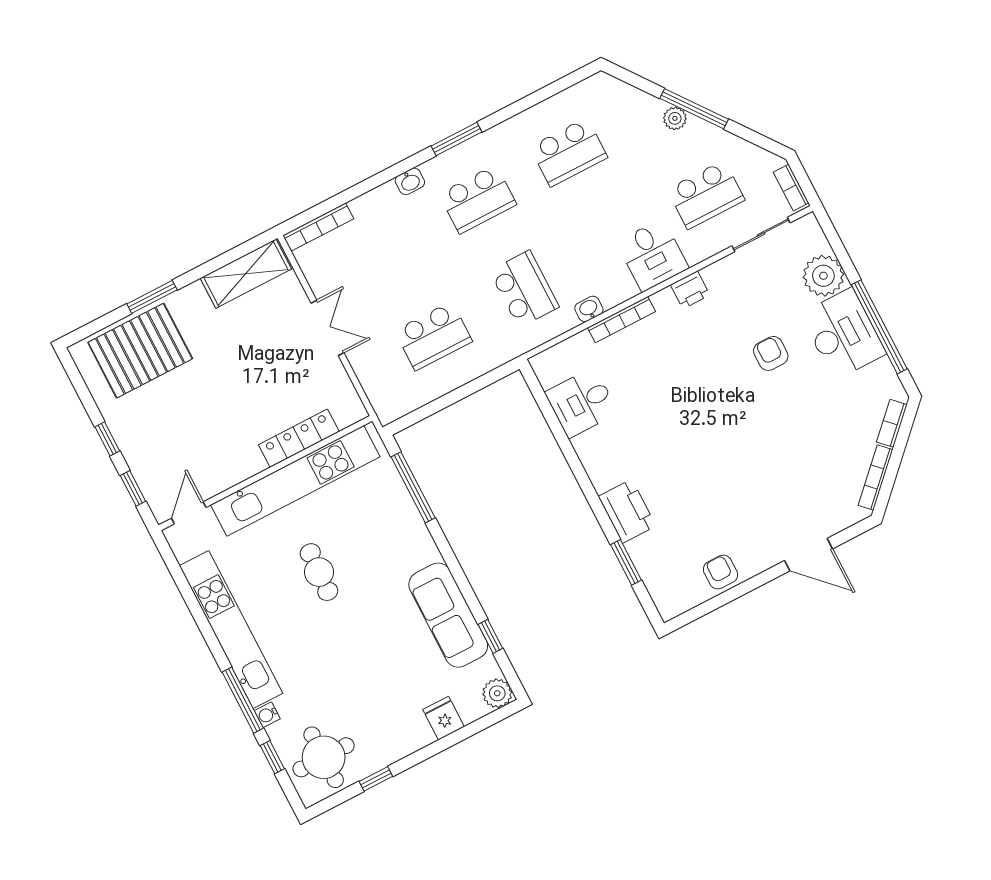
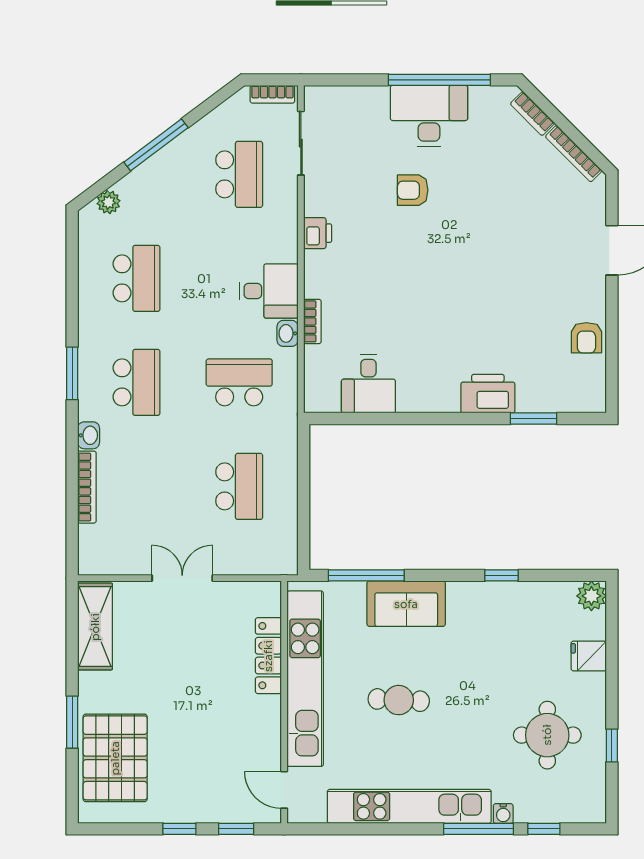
plant: (675, 118) -> (109, 202), moved
bookcase: (318, 227) -> (87, 487), moved
desk: (653, 255) -> (269, 291), moved
plant: (823, 276) -> (367, 106), removed
bookcase: (621, 320) -> (312, 321), width x0.64
armchair: (720, 572) -> (586, 338), turned -90
sofa: (448, 615) -> (406, 604), moved, width x0.73
window: (490, 636) -> (502, 575), moved
round table: (324, 757) -> (547, 735), moved

